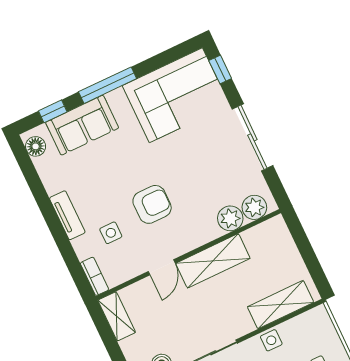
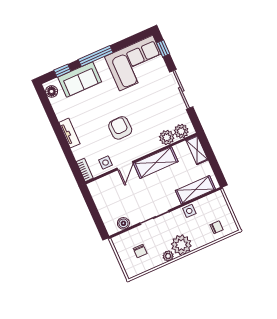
armchair: (152, 204) -> (120, 128), turned -92
side table: (111, 233) -> (106, 163), moved
shelving: (117, 316) -> (197, 150), moved

